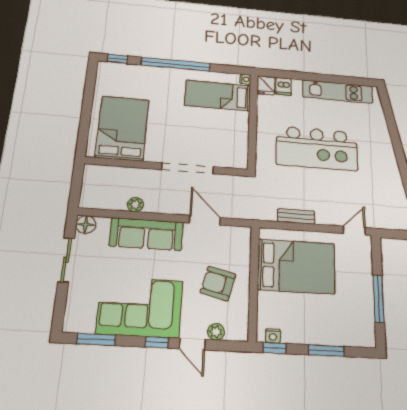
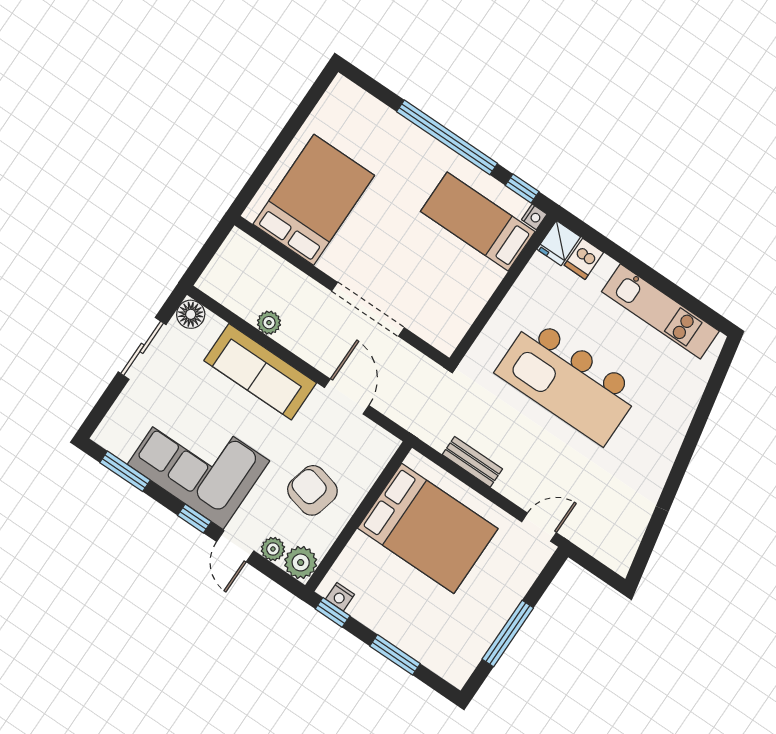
window: (117, 59) -> (522, 188), moved
plant: (237, 330) -> (301, 562), added

